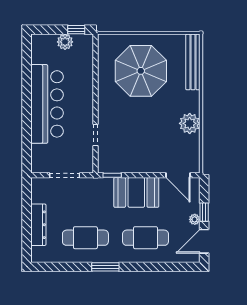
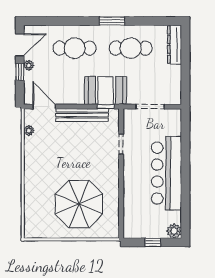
window: (76, 30) -> (153, 242), moved
plant: (65, 42) -> (174, 231), moved
bench: (193, 62) -> (82, 115), moved, turned 90
plant: (190, 123) -> (29, 130), moved, width x0.53, depth x0.53
booth: (136, 192) -> (106, 90), moved
dresser: (38, 225) -> (175, 45), moved

